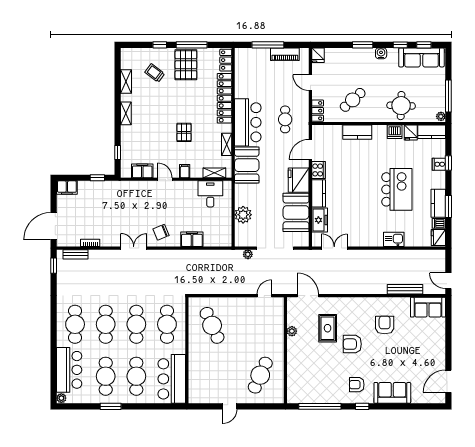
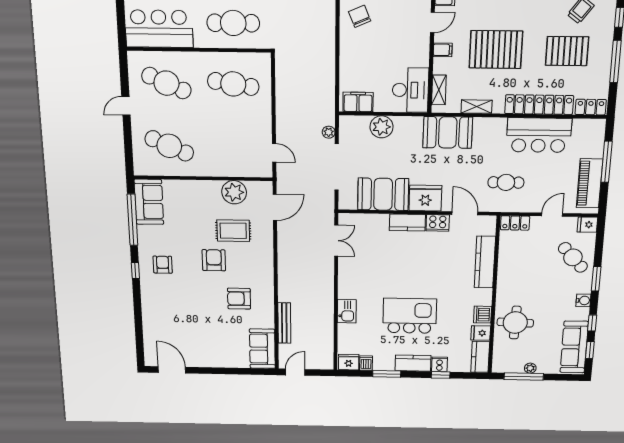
piano: (285, 54) -> (589, 183), width x1.37, depth x1.33
pallet: (186, 65) -> (567, 51), moved
cafe table: (353, 100) -> (573, 257), moved
plant: (441, 116) -> (530, 368), moved
bar counter: (248, 122) -> (539, 135), moved
pallet: (184, 132) -> (496, 50), width x2.05, depth x2.00
kitchen counter: (357, 132) -> (485, 262), width x1.50
kitchen island: (397, 189) -> (410, 316), turned 180
desk: (210, 194) -> (410, 90), width x1.37
kitchen counter: (438, 203) -> (413, 363), moved
freezer: (320, 220) -> (373, 223), removed
filing cabinet: (192, 239) -> (358, 102), moved, turned -90
cafe table: (212, 325) -> (233, 84), turned 33
armchair: (385, 325) -> (239, 299), turned 180
plant: (292, 331) -> (234, 192), width x1.87, depth x1.87
cafe table: (212, 375) -> (166, 83), added
sofa: (392, 393) -> (149, 202), moved
door: (230, 406) -> (126, 106), hinge flipped

